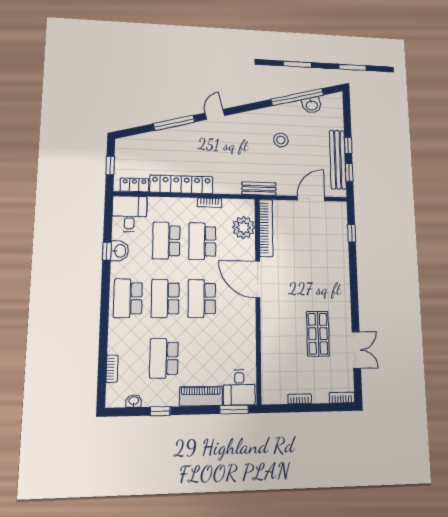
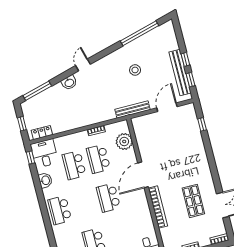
washbasin: (312, 105) -> (69, 83), moved
window: (174, 123) -> (37, 91), moved
locker: (181, 184) -> (73, 123), removed
bench: (259, 189) -> (132, 109), width x1.36
bookcase: (266, 228) -> (158, 207), moved
window: (107, 251) -> (31, 157), moved
door: (258, 279) -> (143, 175), hinge flipped
school desk: (165, 298) -> (84, 204), removed

